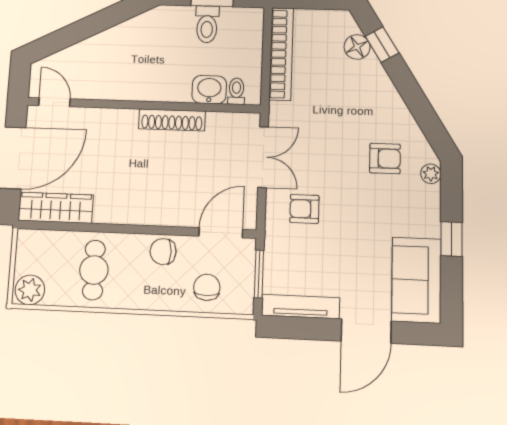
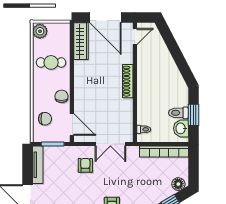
floor lamp: (357, 47) -> (178, 184), moved
washbasin: (209, 90) -> (181, 128), moved, turned 180
shoe rack: (172, 120) -> (128, 81), moved

